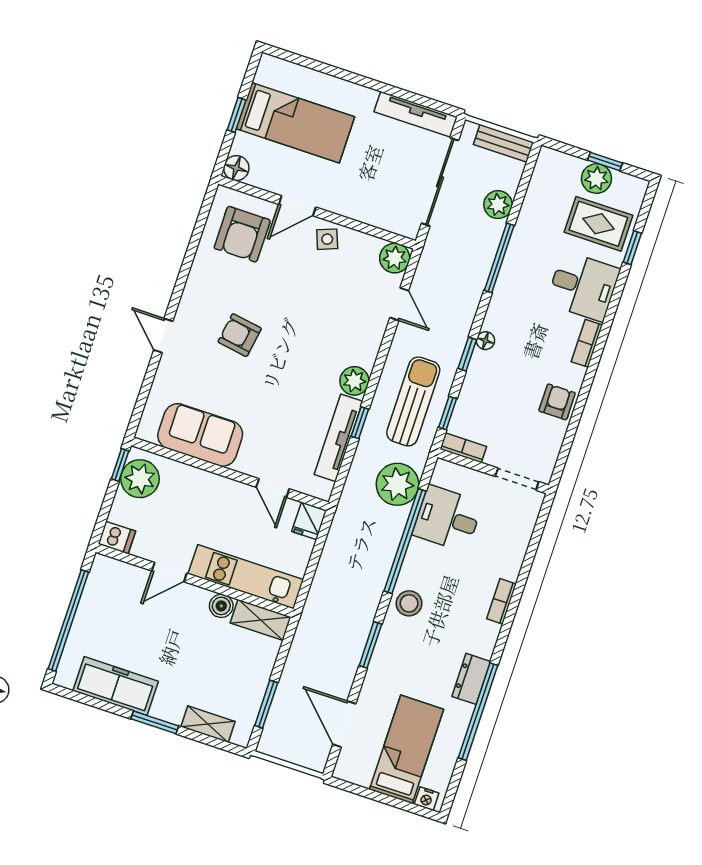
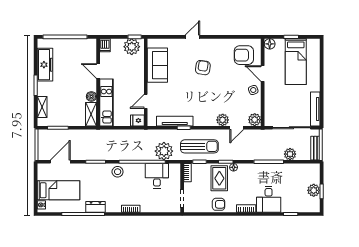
rug: (598, 224) -> (219, 178), moved
plant: (354, 381) -> (223, 120), moved

